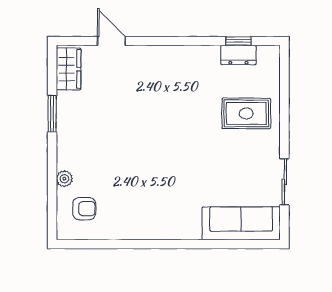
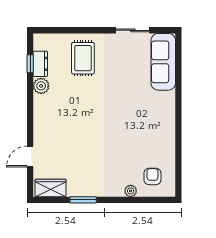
plant: (208, 56) -> (41, 86), added

